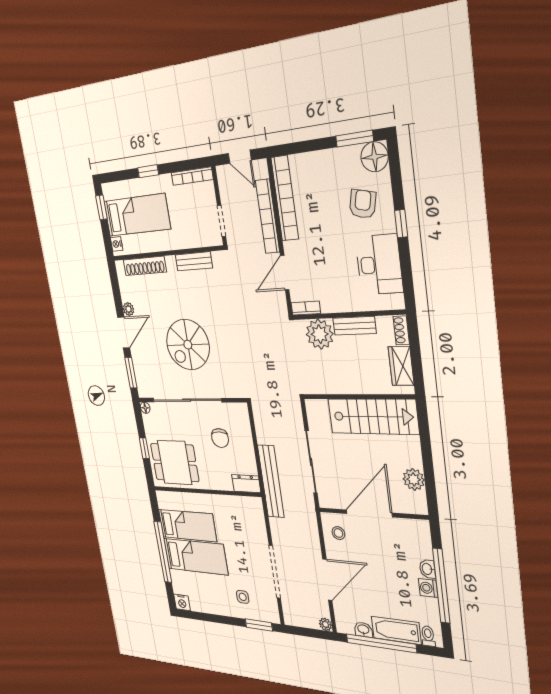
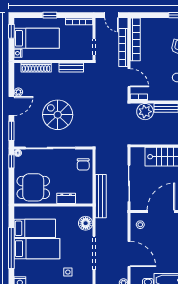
door: (285, 273) -> (129, 78), swing flipped
spiral stairs: (188, 345) -> (58, 115), turned 90
chair: (220, 438) -> (83, 164), moved
window: (144, 448) -> (11, 161), moved
dresser: (246, 484) -> (66, 198), moved
floor lamp: (256, 524) -> (86, 223), added
door: (327, 580) -> (129, 254), hinge flipped

